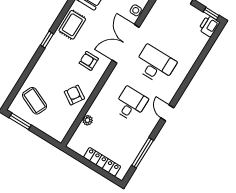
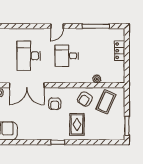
rug: (72, 25) -> (77, 124), moved, turned 90
coffee table: (35, 101) -> (106, 102), moved
locker: (102, 162) -> (120, 51), width x0.66

